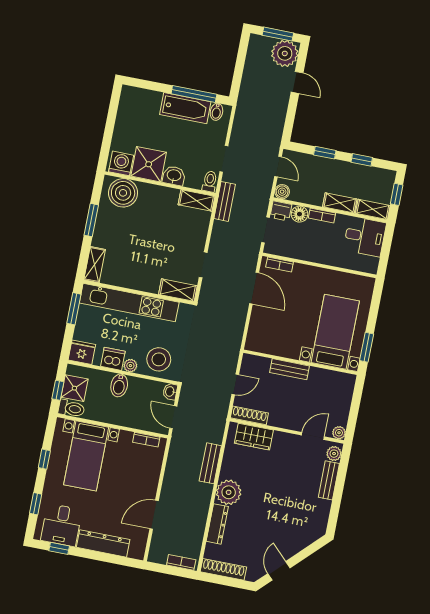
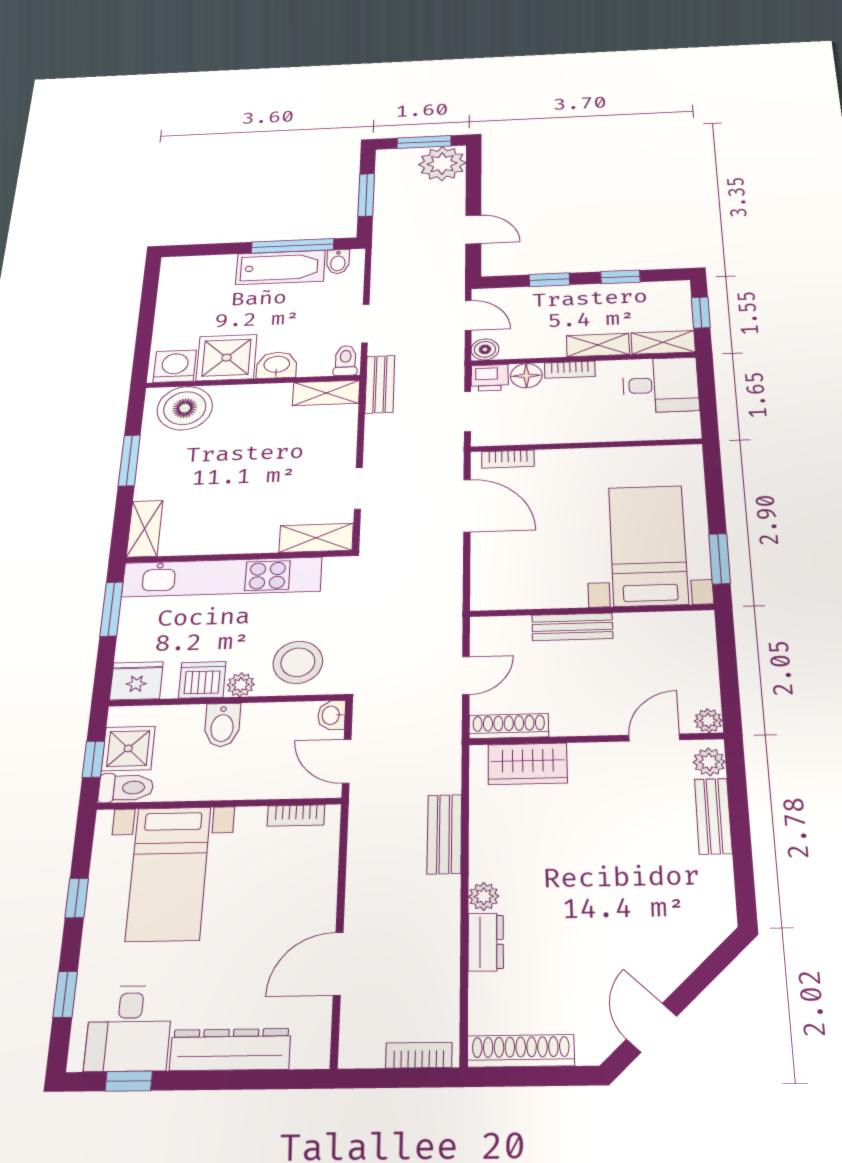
window: (239, 66) -> (366, 195), added
door: (297, 82) -> (473, 229), moved
plant: (229, 492) -> (484, 896), width x0.53, depth x0.53
dresser: (217, 524) -> (486, 942), width x0.70

